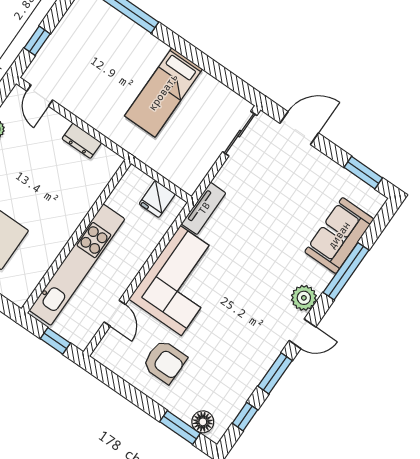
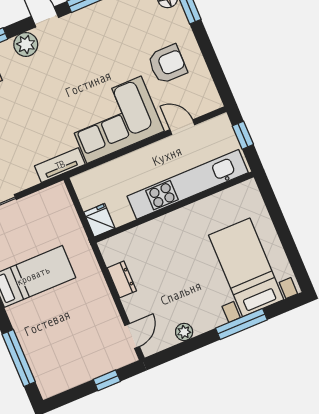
fridge: (157, 199) -> (99, 220), moved, turned -90
door: (115, 313) -> (182, 127), hinge flipped
armchair: (165, 362) -> (167, 64), turned 90

